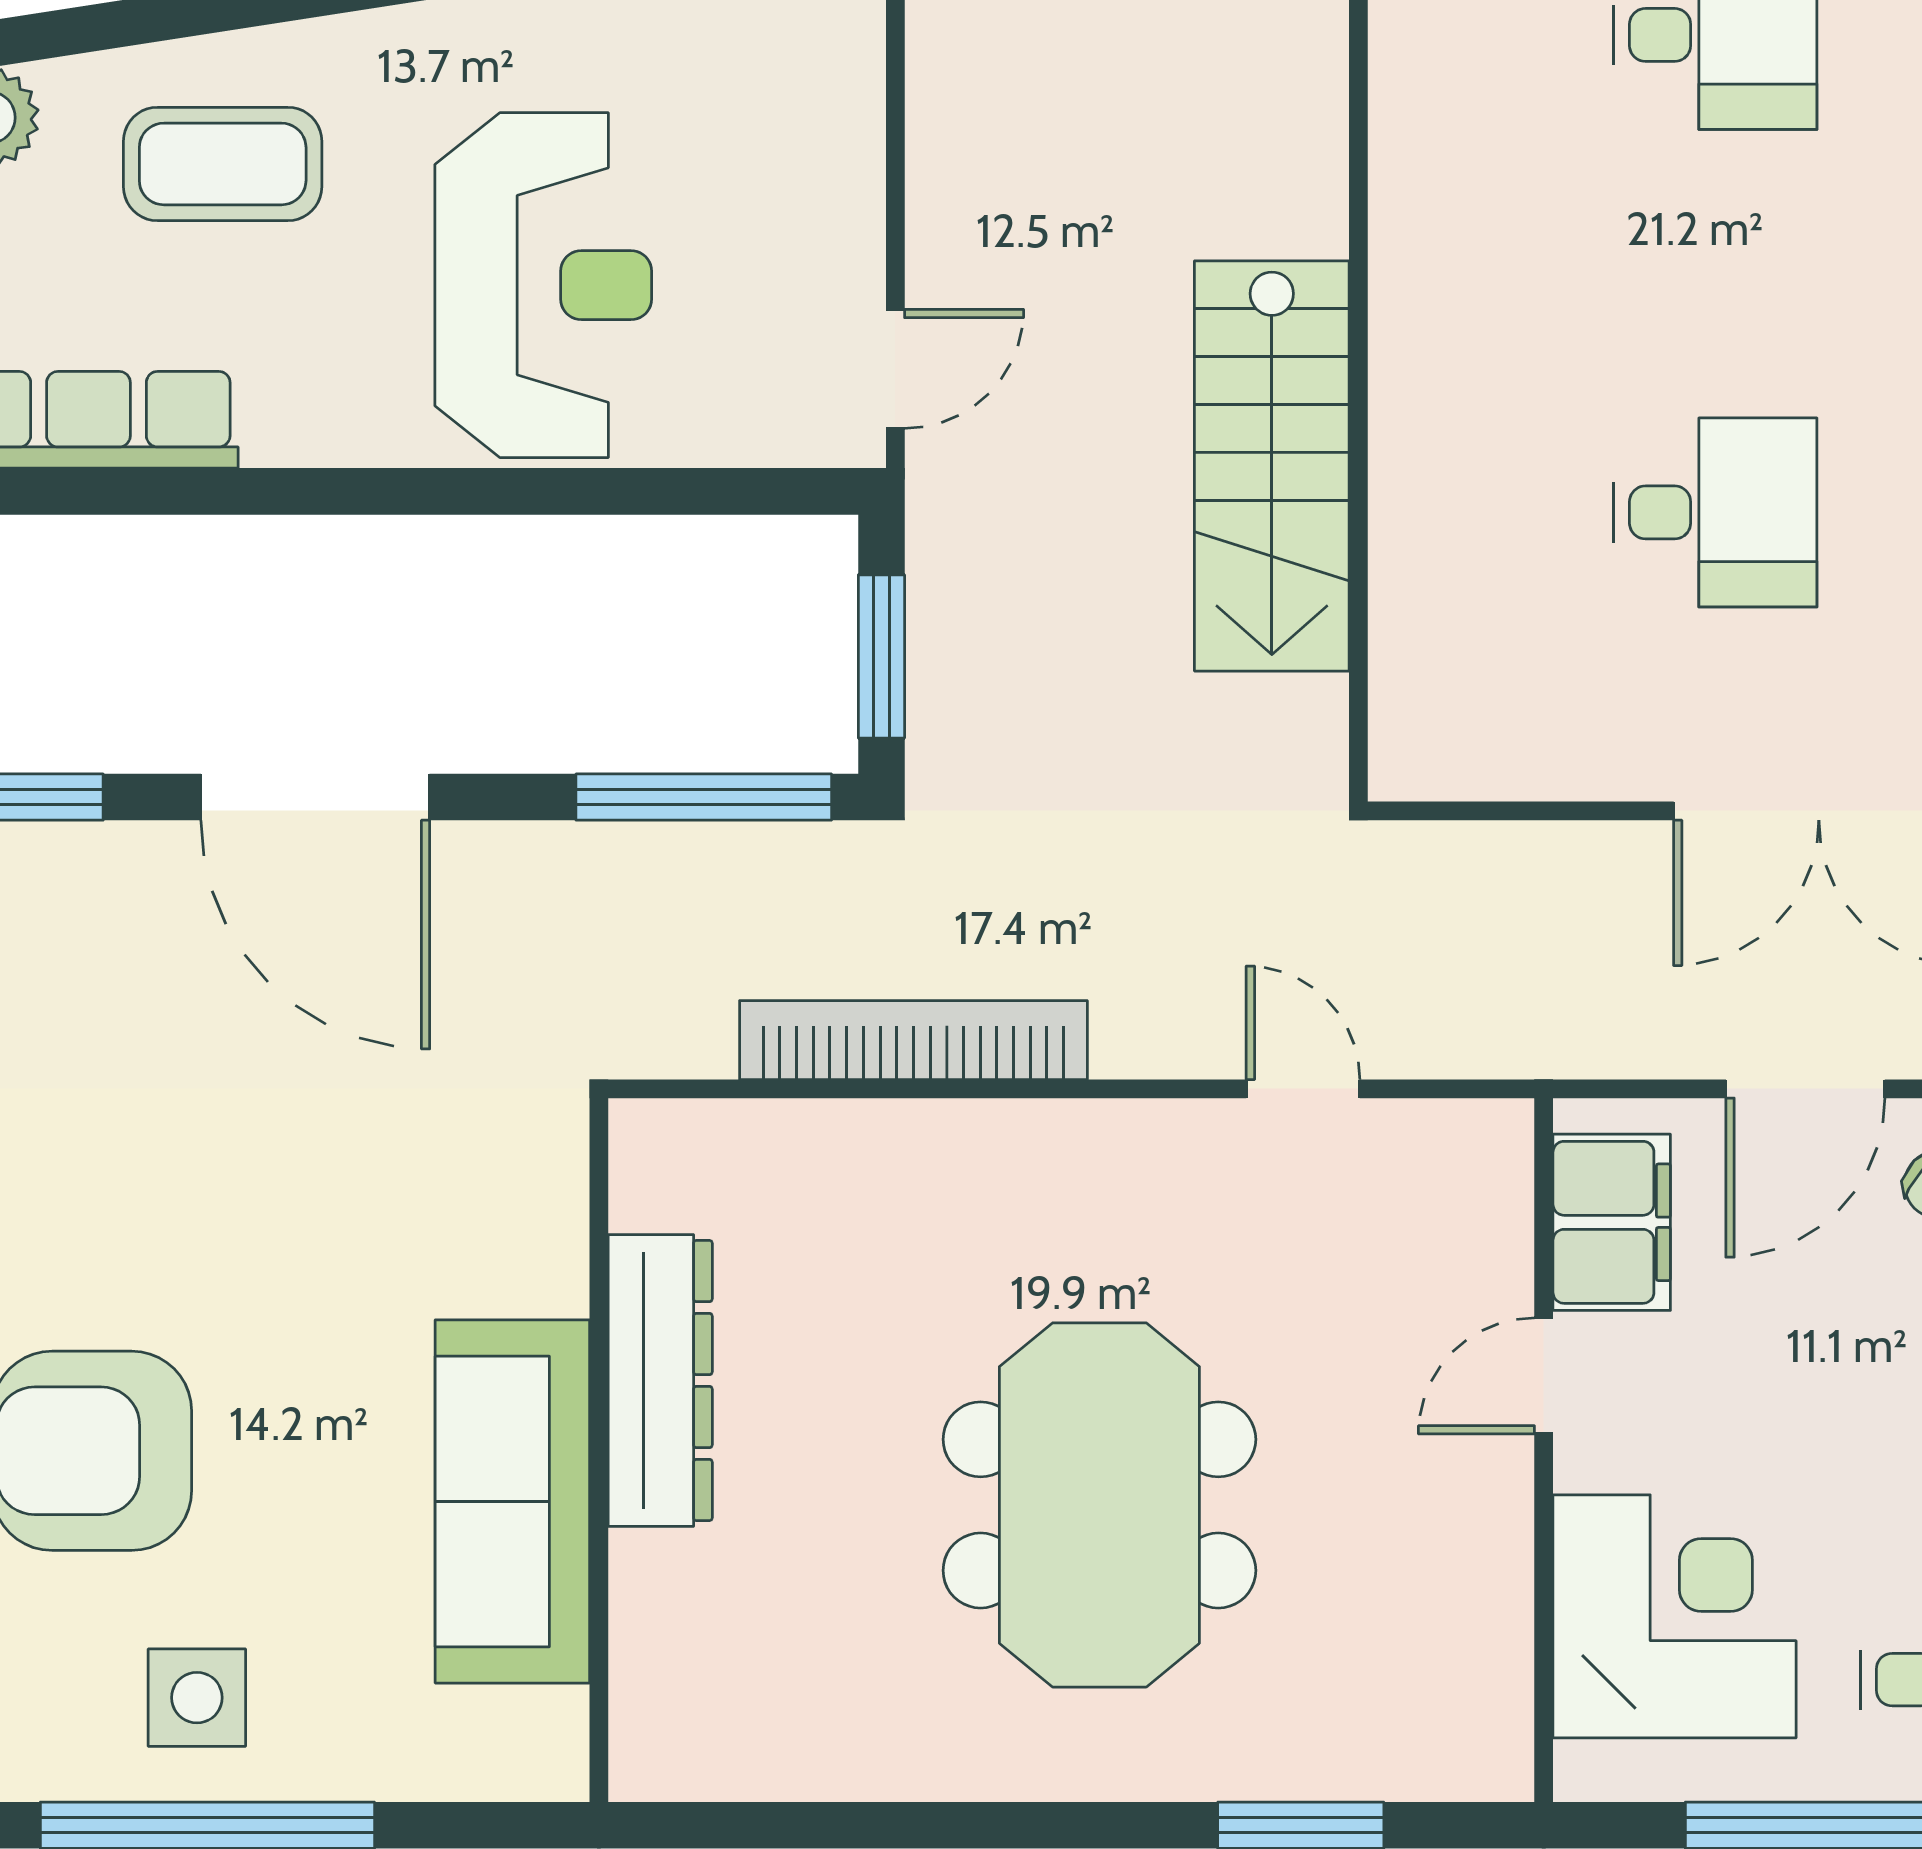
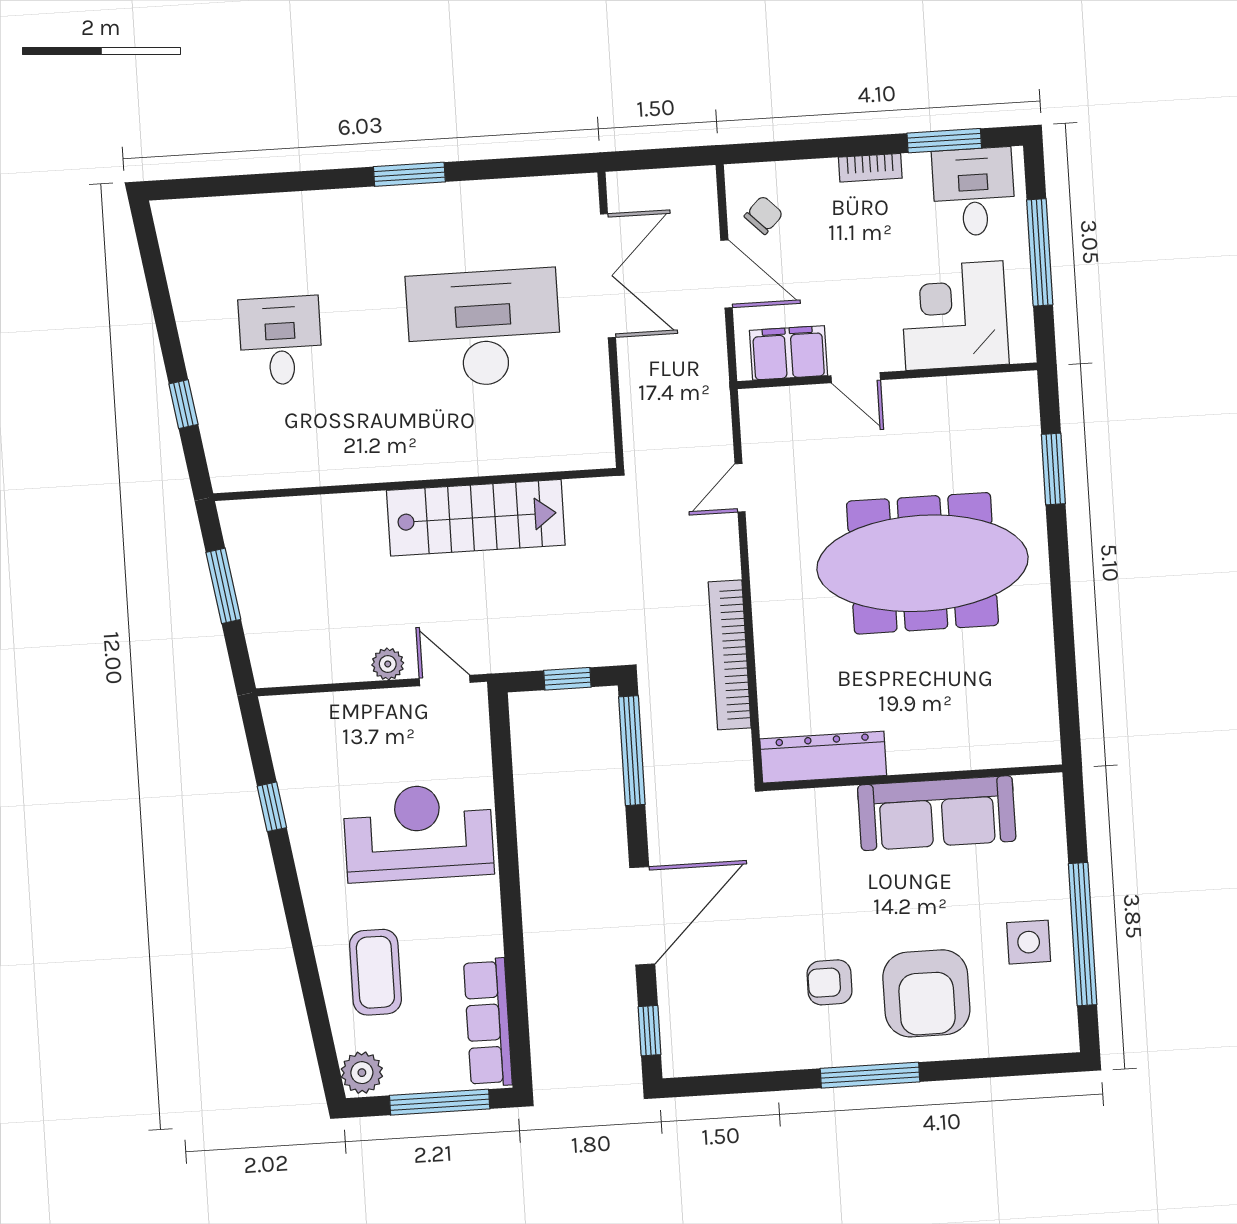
plant: (942, 238) -> (388, 664), added
desk: (1715, 512) -> (484, 328), width x1.87, depth x1.30
window: (881, 656) -> (567, 679), width x0.67
armchair: (132, 1226) -> (830, 982), added
dresser: (660, 1380) -> (823, 757), moved
meeting table: (1099, 1505) -> (922, 563), width x1.36

